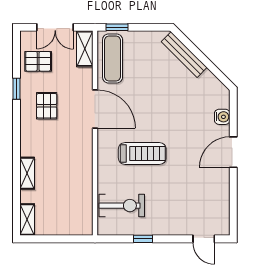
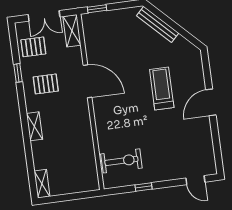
exercise mat: (113, 58) -> (97, 36), removed
pallet: (47, 106) -> (46, 84), turned 90
water cooler: (222, 117) -> (197, 73), removed
treadmill: (142, 154) -> (162, 88), moved, turned -90
shelving: (27, 173) -> (34, 126), moved

